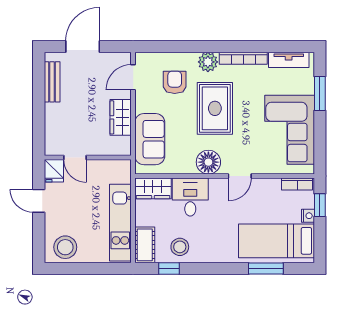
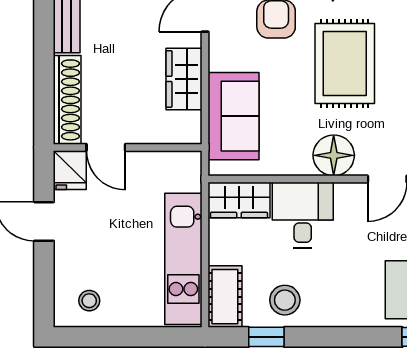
shoe rack: (52, 130) -> (67, 100), added
stool: (65, 247) -> (89, 301), width x0.53, depth x0.53

